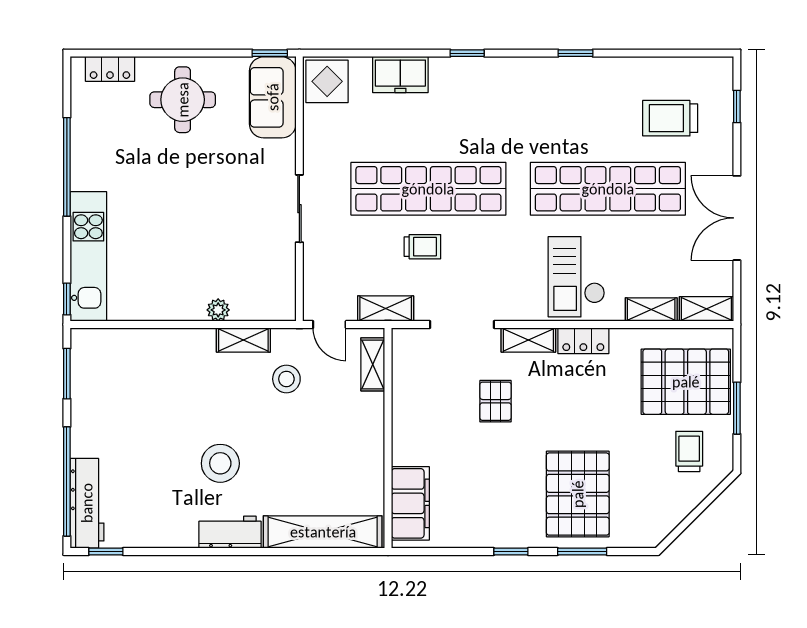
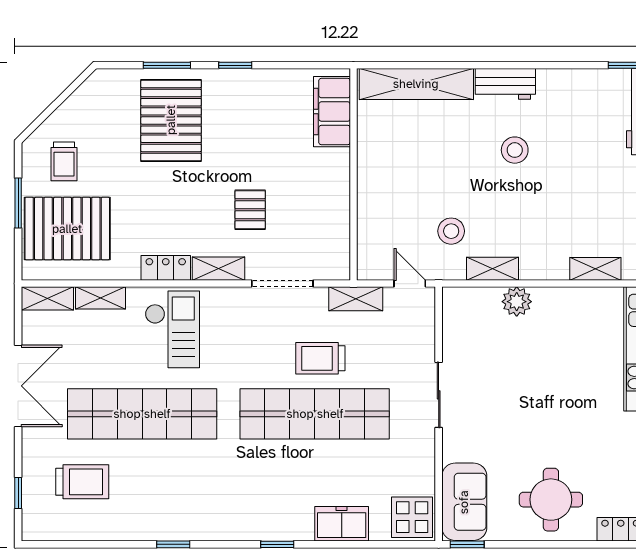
trolley: (422, 247) -> (320, 358), width x1.36, depth x1.39
plant: (218, 310) -> (517, 302), width x1.38, depth x1.38
shelving: (373, 364) -> (595, 269), moved, turned 90
stool: (220, 463) -> (515, 150), width x0.73, depth x0.73

